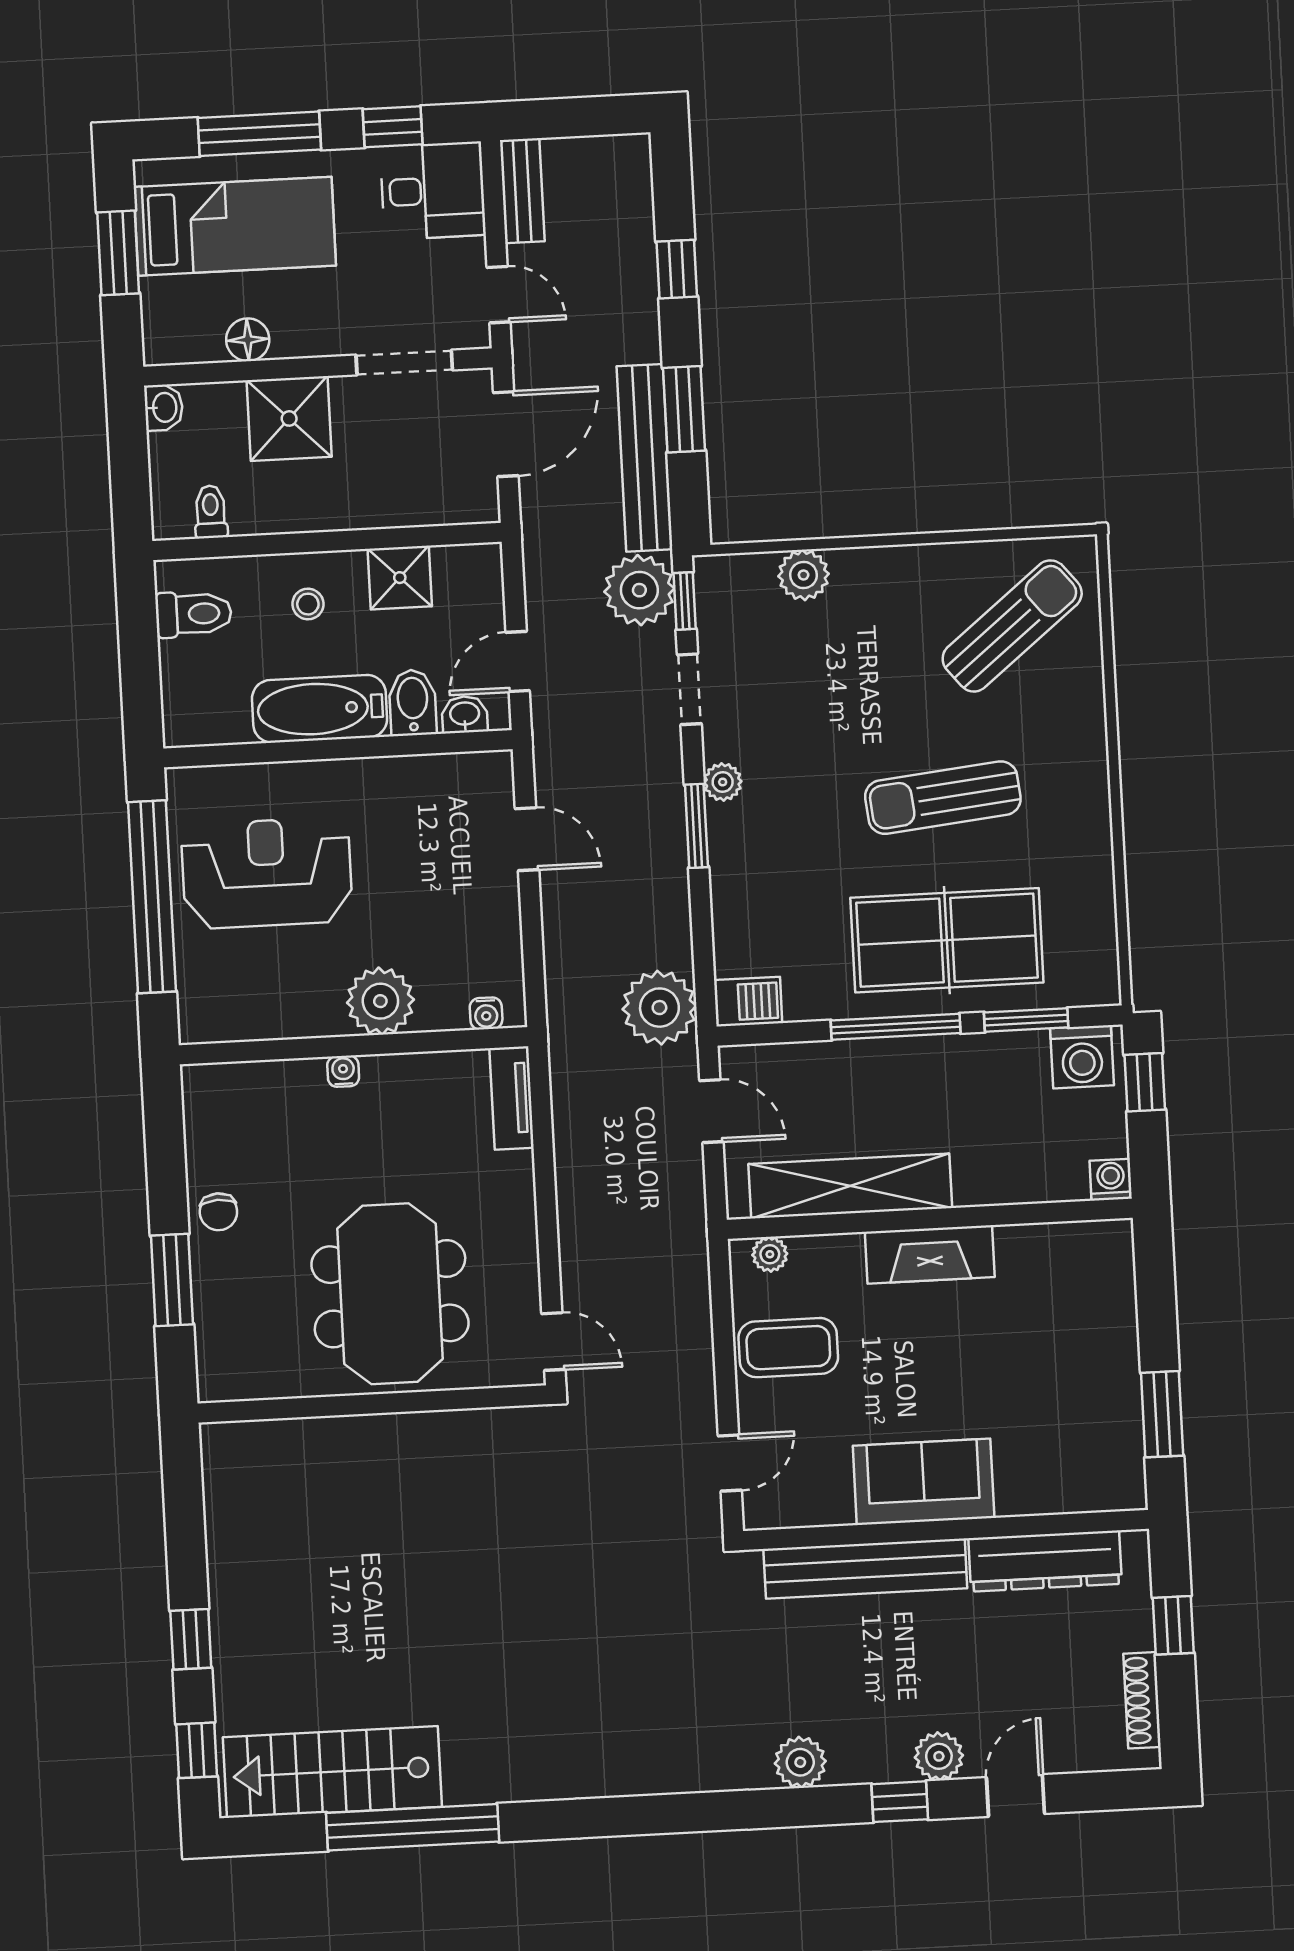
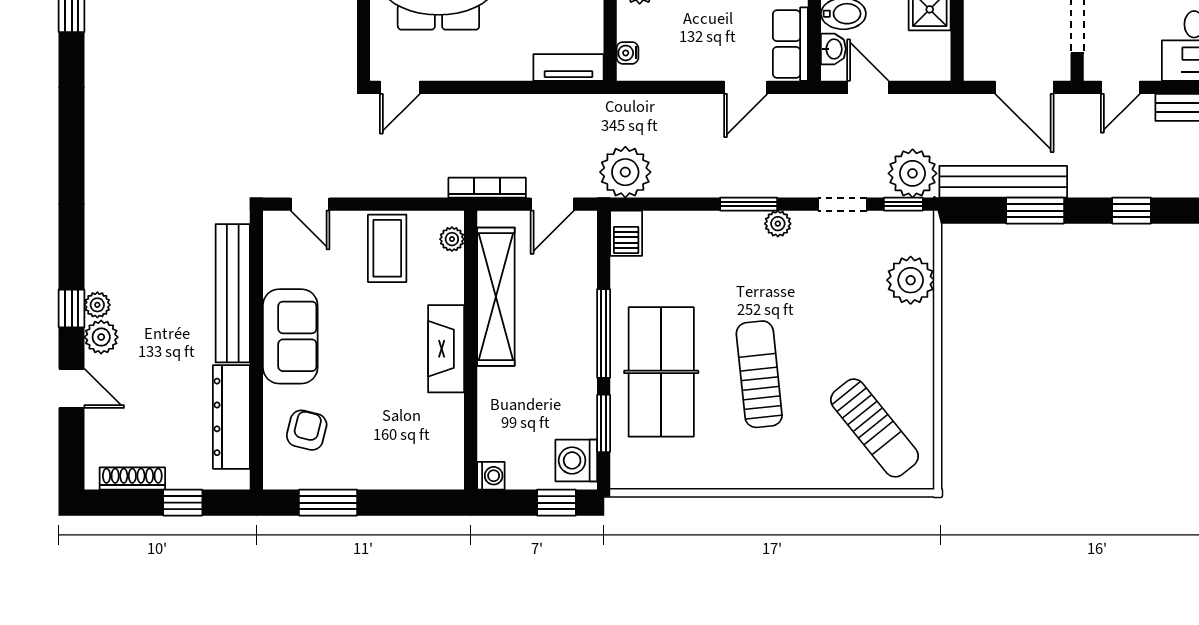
plant: (804, 575) -> (911, 280), width x1.36, depth x1.36
row of seats: (461, 777) -> (790, 44), added
bookcase: (693, 1207) -> (487, 188), added
armchair: (1059, 1451) -> (307, 430), added
plant: (800, 1762) -> (97, 305), moved, width x0.73, depth x0.73

